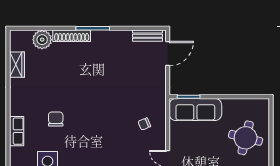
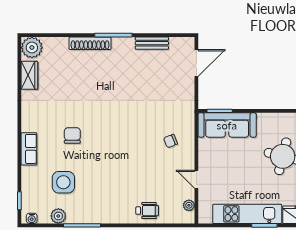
bench: (147, 36) -> (152, 43), moved
plant: (42, 40) -> (32, 48), moved

